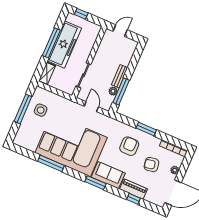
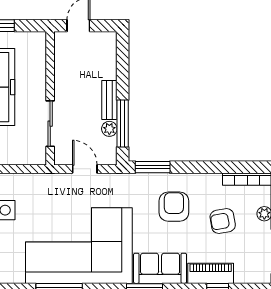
window: (146, 129) -> (153, 167), moved

